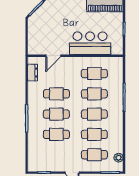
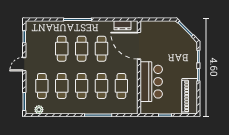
door: (53, 56) -> (139, 46), width x1.88

